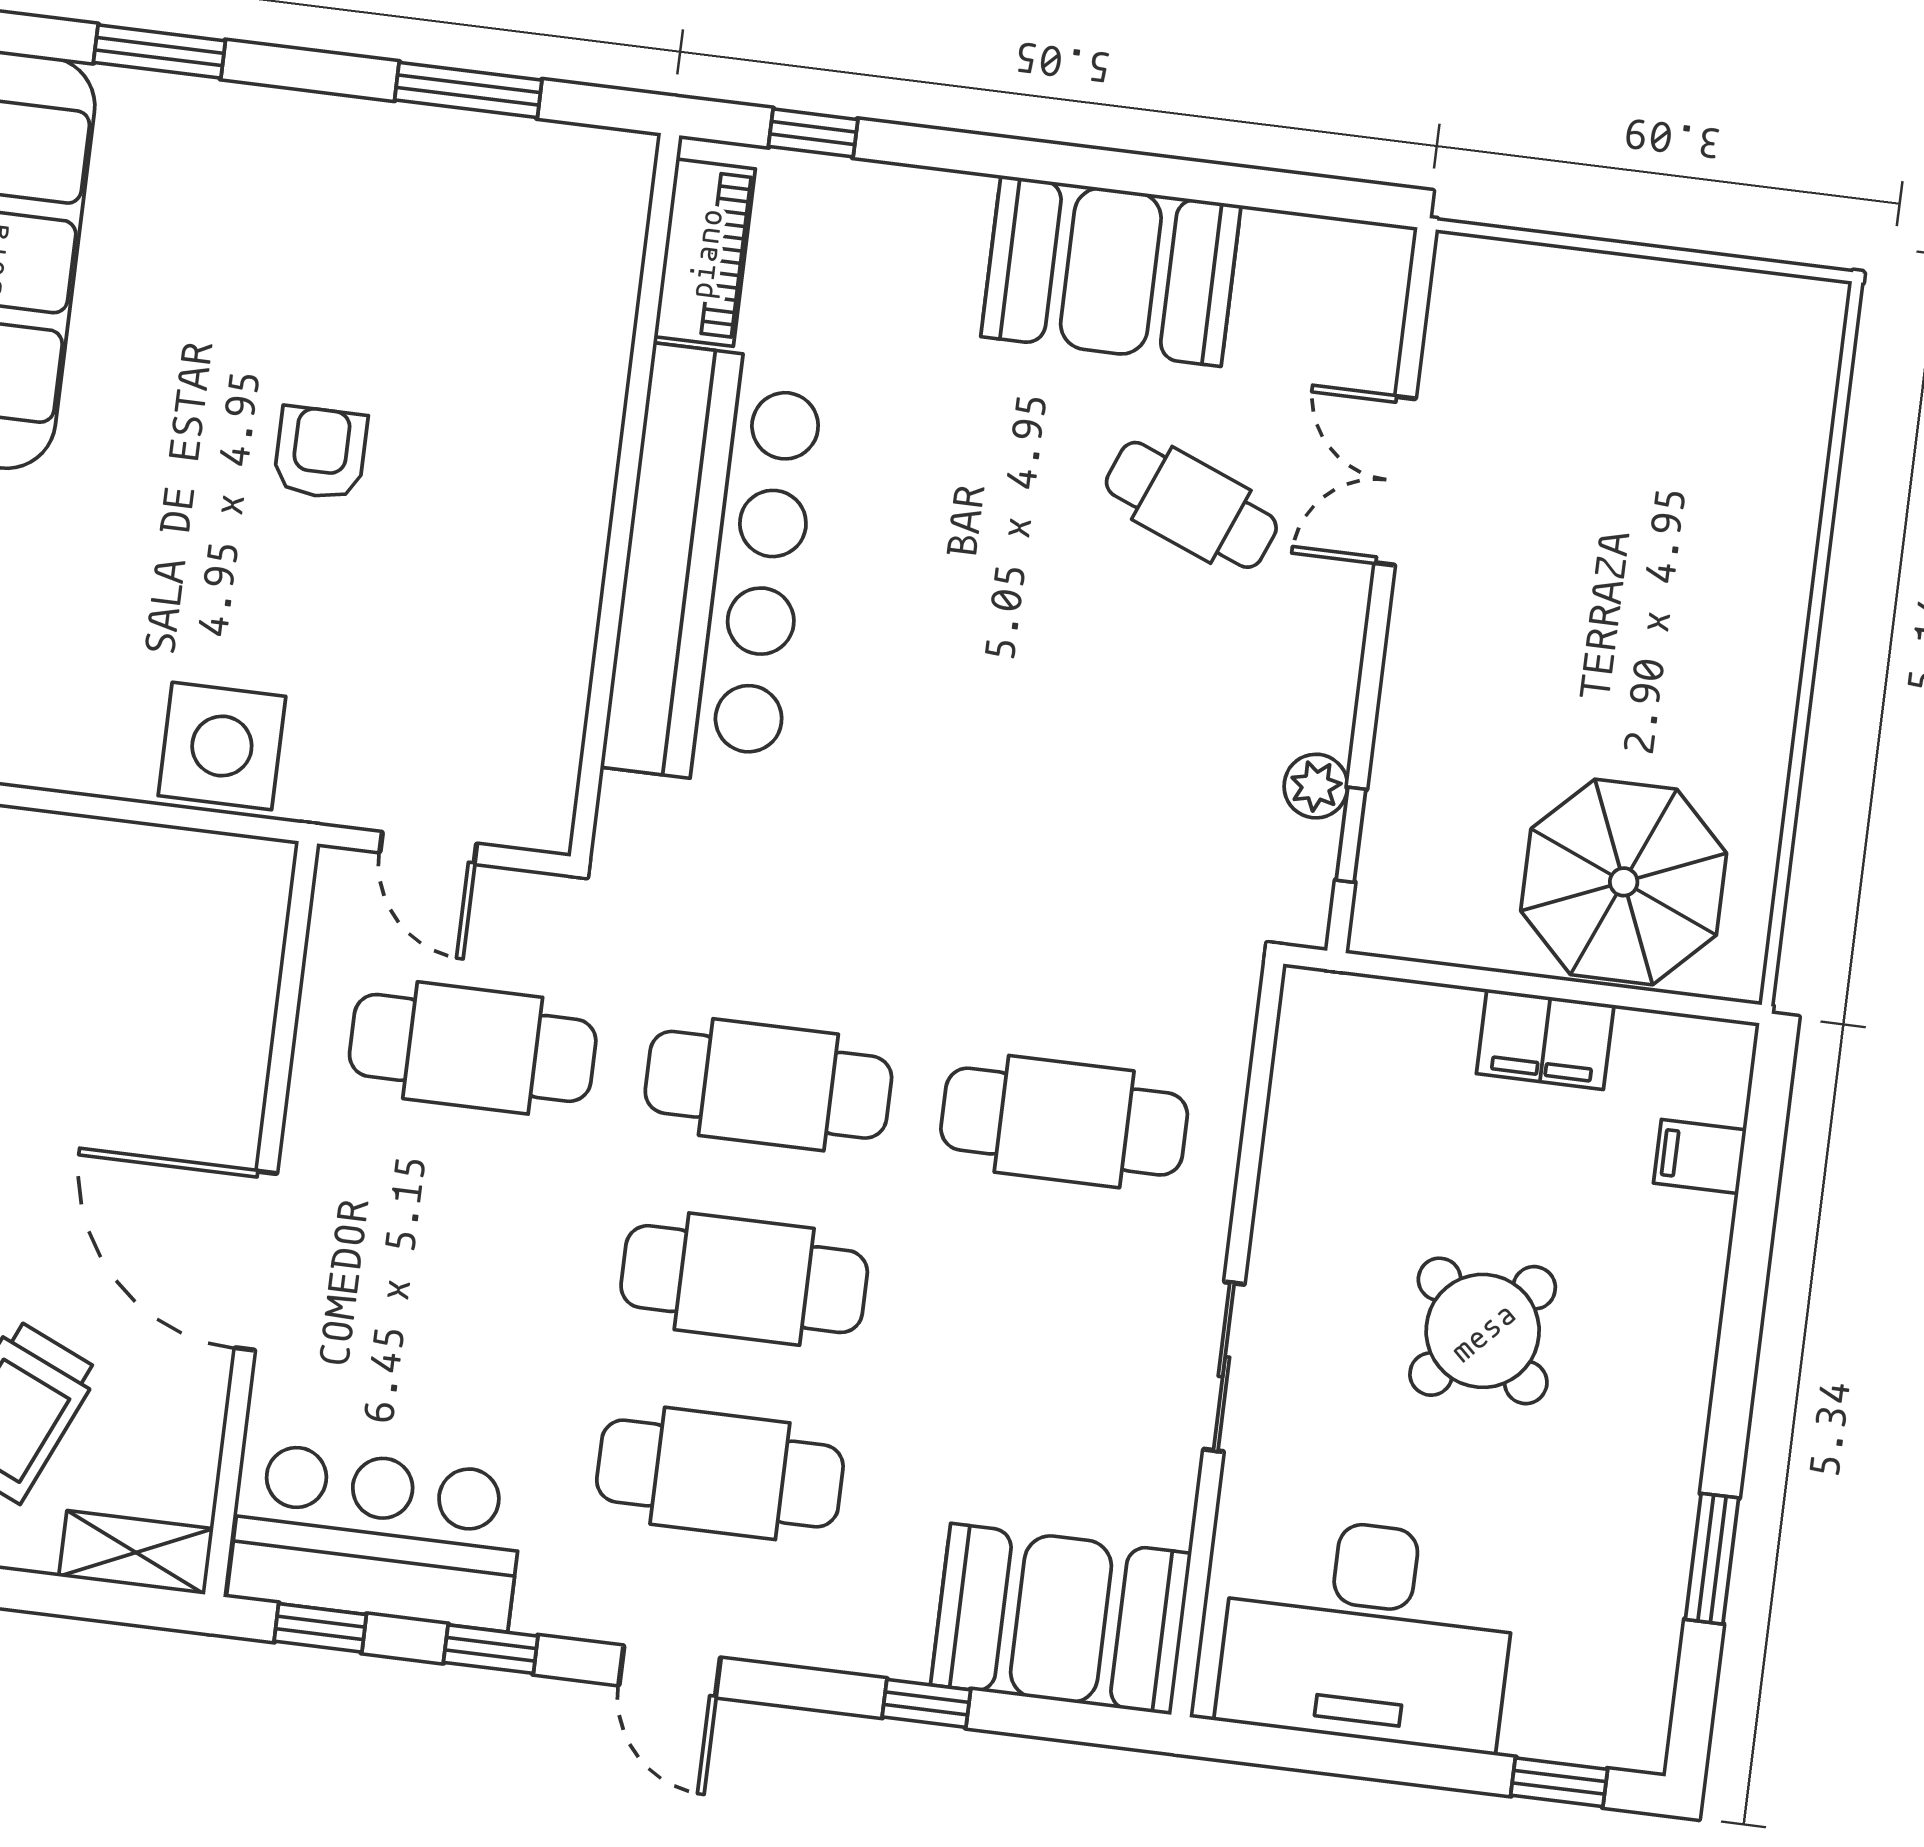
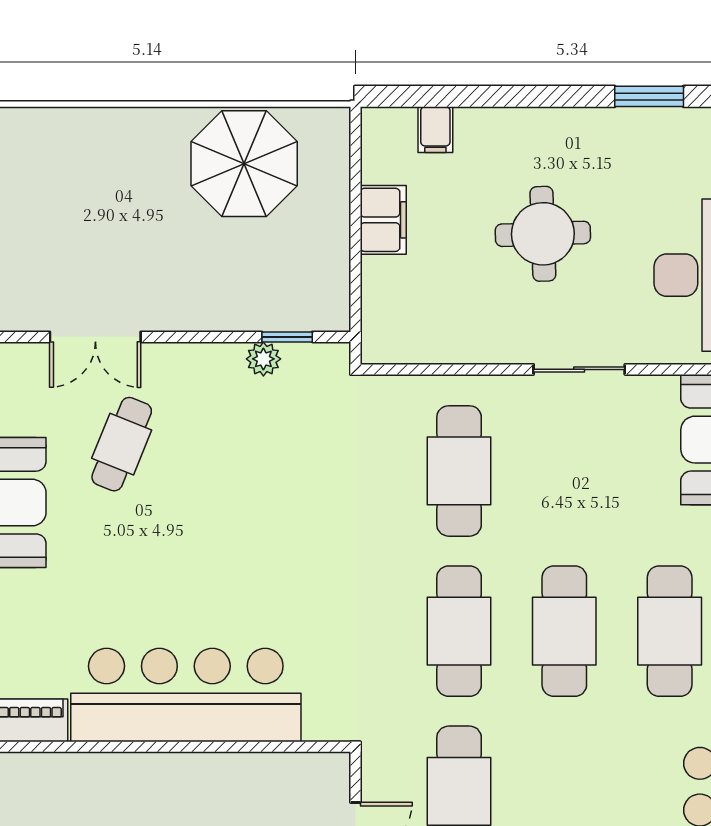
parasol: (1624, 882) -> (244, 164), moved
round table: (1483, 1331) -> (543, 234), turned 45

